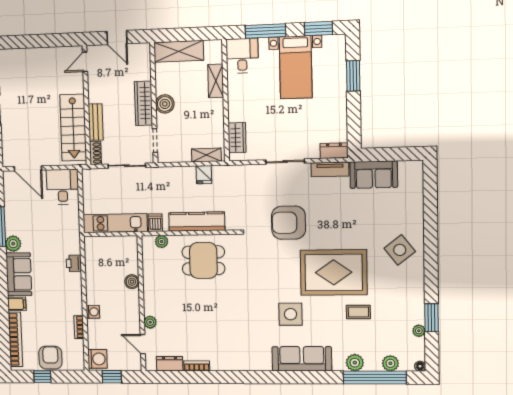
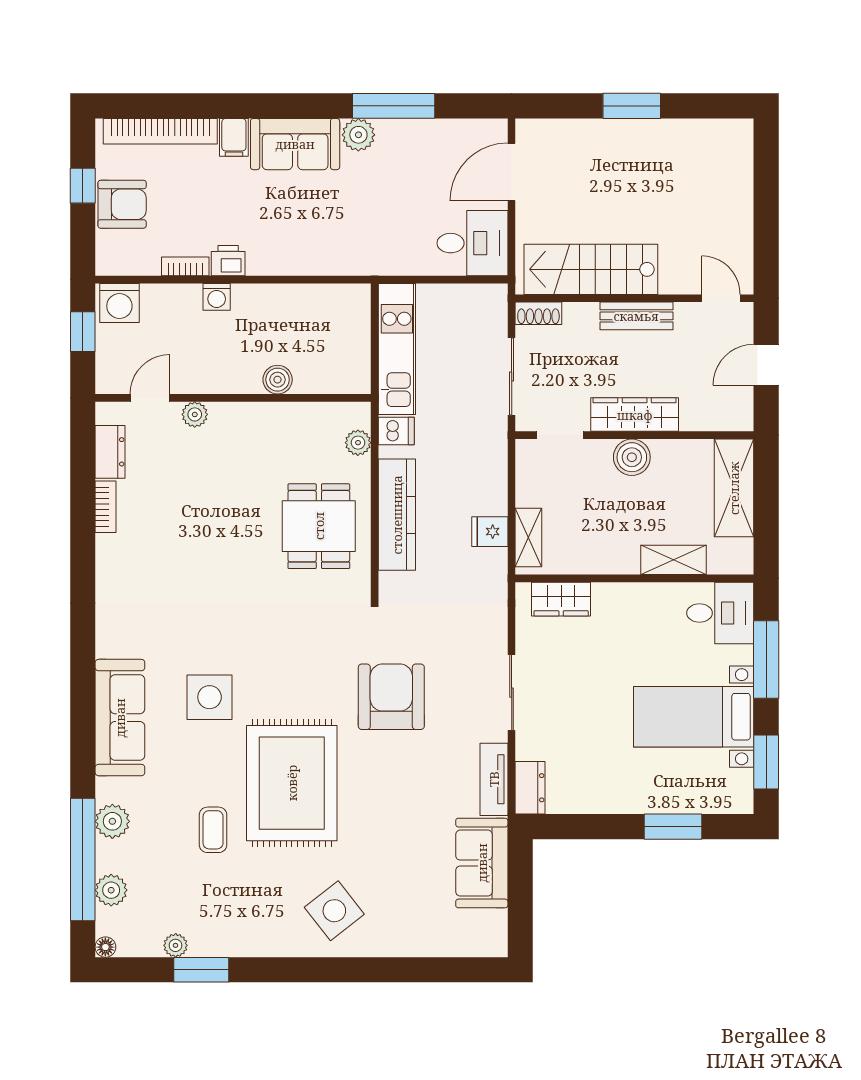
bench: (96, 122) -> (636, 316), moved
printer: (74, 263) -> (228, 261), moved

